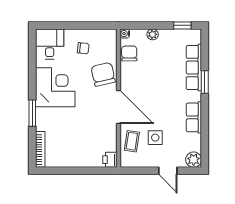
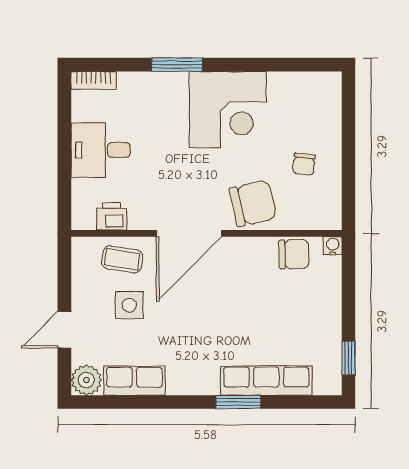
plant: (153, 34) -> (331, 300), removed
desk: (50, 44) -> (101, 150), moved, turned 180
row of seats: (194, 117) -> (134, 381), moved
bookcase: (40, 149) -> (93, 80), width x0.64
printer: (110, 160) -> (112, 216), moved

